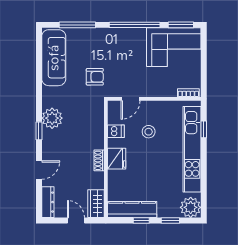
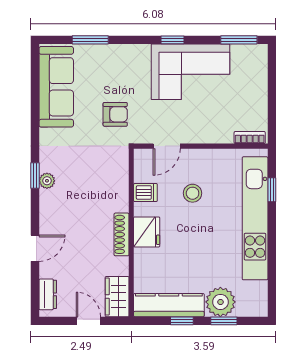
window: (77, 25) -> (90, 40), width x0.69
window: (135, 25) -> (173, 40), width x0.32
corner sofa: (174, 47) -> (190, 72), moved
plant: (52, 118) -> (47, 181), width x0.53, depth x0.53
window: (39, 131) -> (35, 176), moved
shoe rack: (99, 160) -> (122, 234), width x1.43
dresser: (48, 202) -> (48, 294), width x0.70
plant: (191, 207) -> (220, 302), moved

